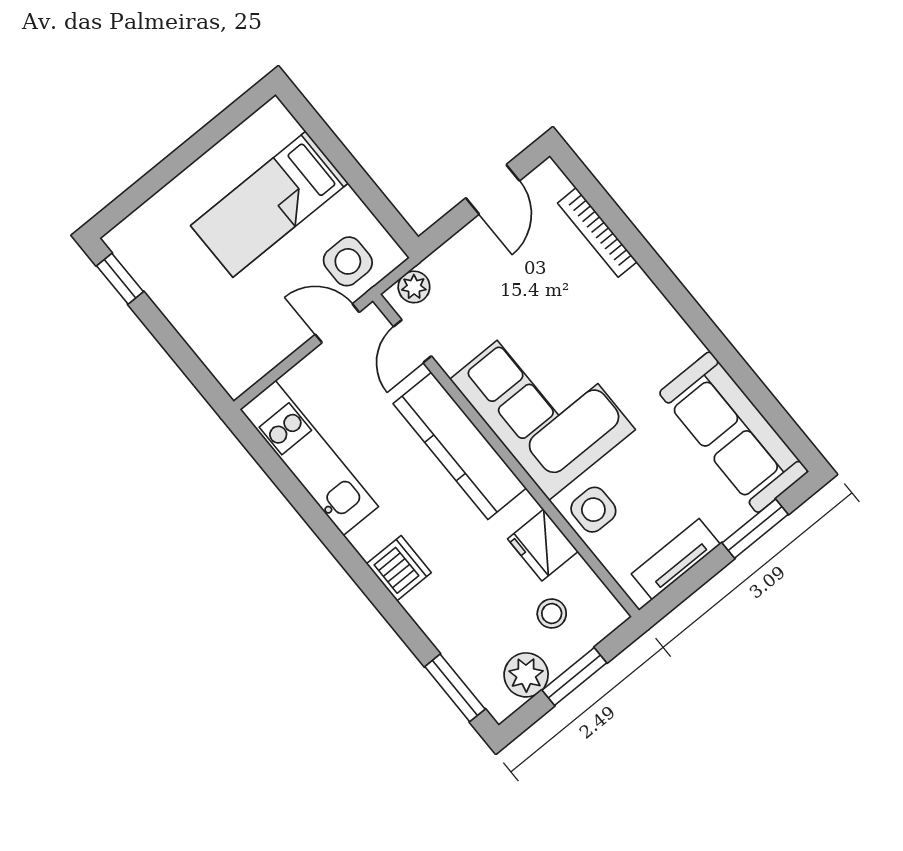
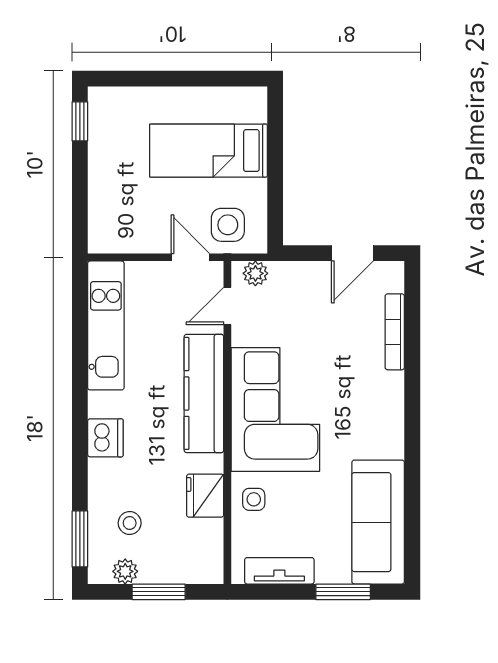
side table: (593, 510) -> (254, 499), width x0.73, depth x0.73
stool: (552, 613) -> (130, 523), moved
plant: (526, 675) -> (125, 571), width x0.73, depth x0.73

